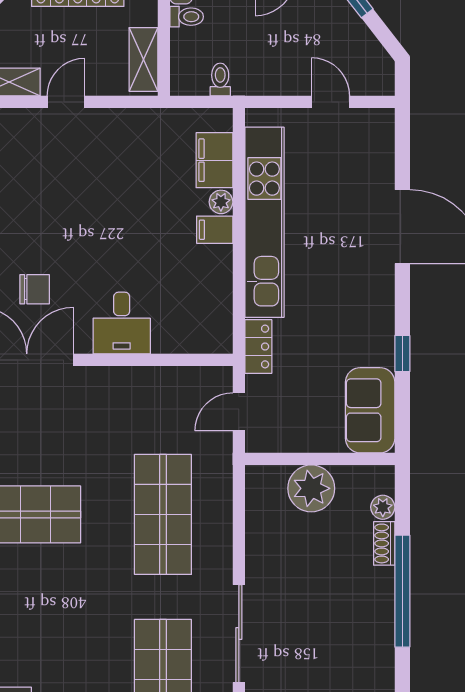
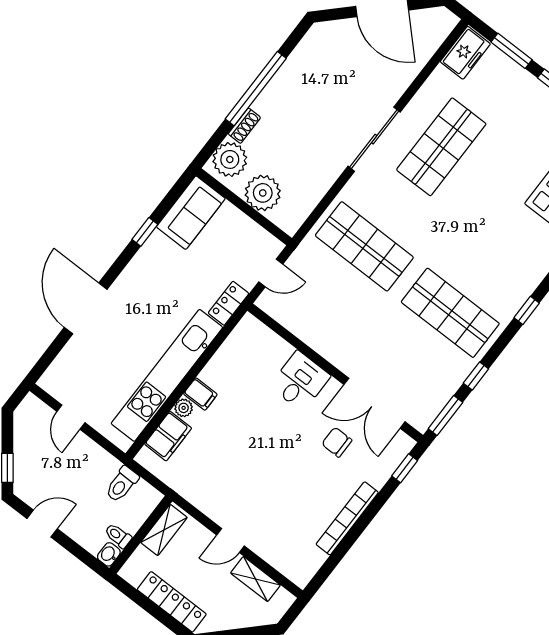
toilet: (220, 80) -> (122, 484), width x1.37, depth x1.39
plant: (383, 507) -> (230, 159), width x1.88, depth x1.88
shop shelf: (163, 514) -> (364, 246), turned 90

